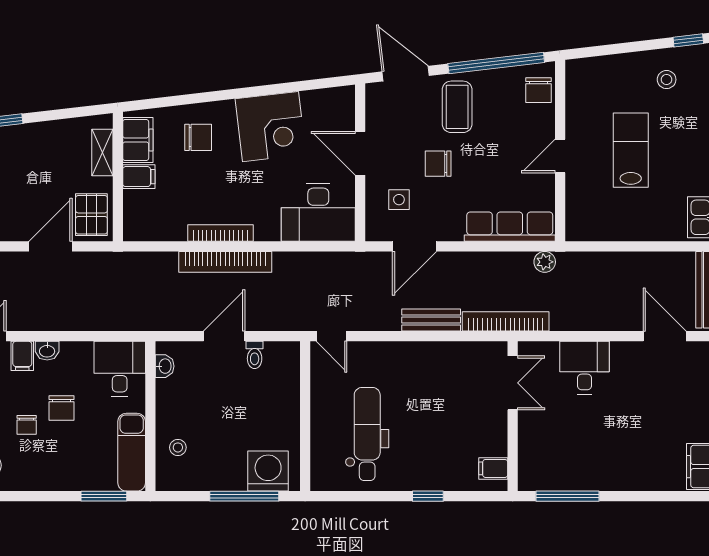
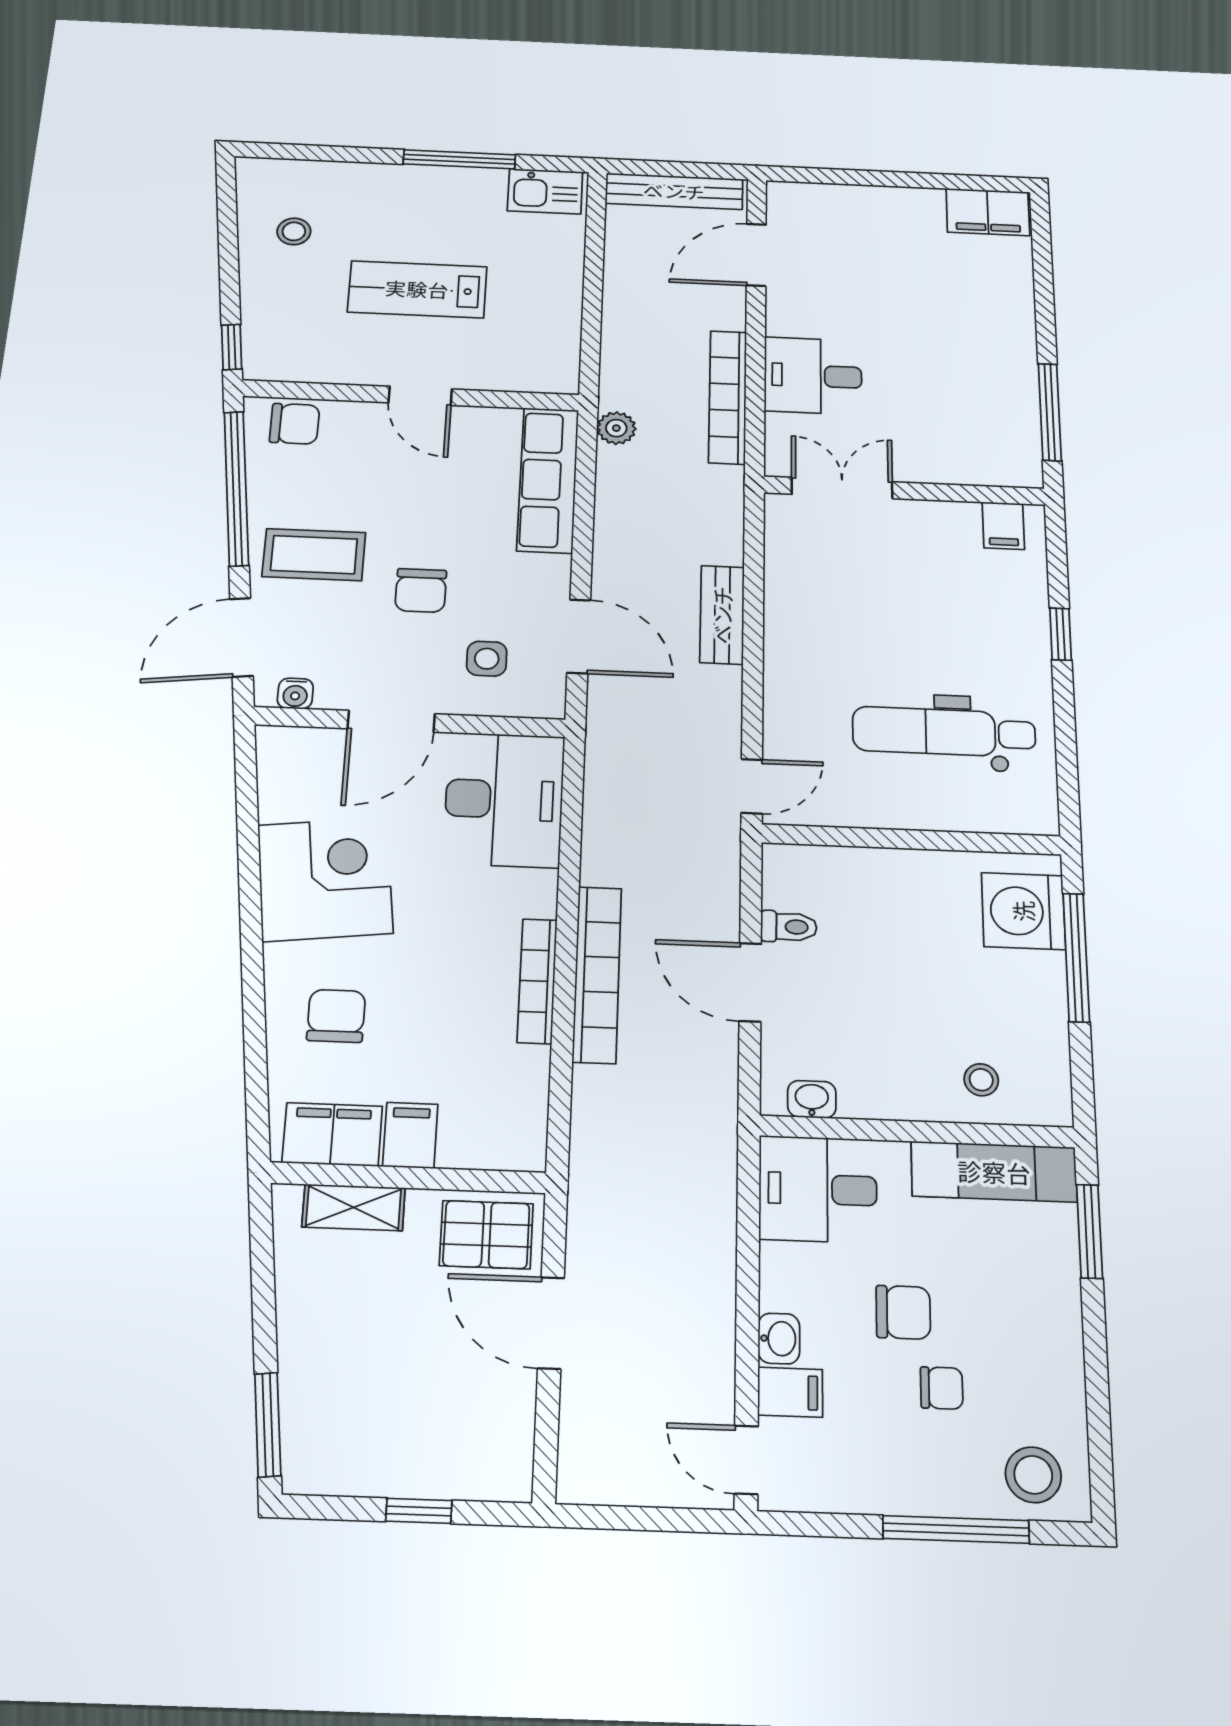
window: (688, 40) -> (232, 347), moved
water cooler: (374, 104) -> (295, 694), added
bookcase: (506, 321) -> (728, 397), moved

